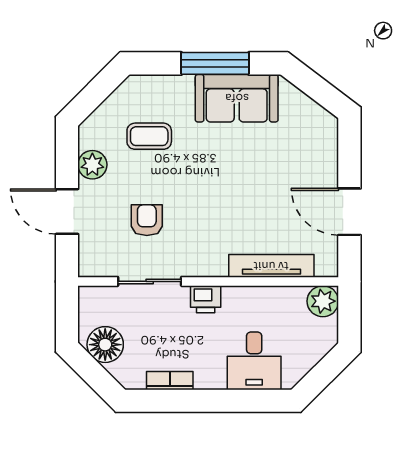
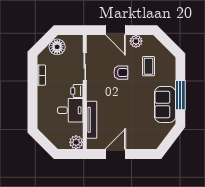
door: (67, 211) -> (115, 30), swing flipped
armchair: (147, 220) -> (121, 73), moved
desk: (254, 361) -> (70, 110), moved, turned 180

